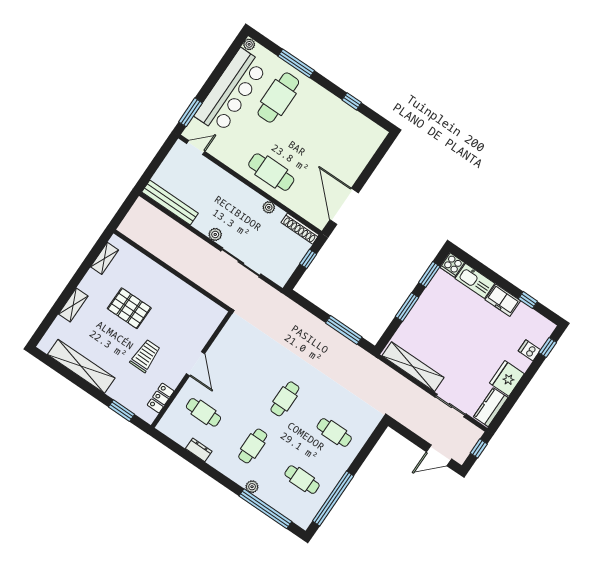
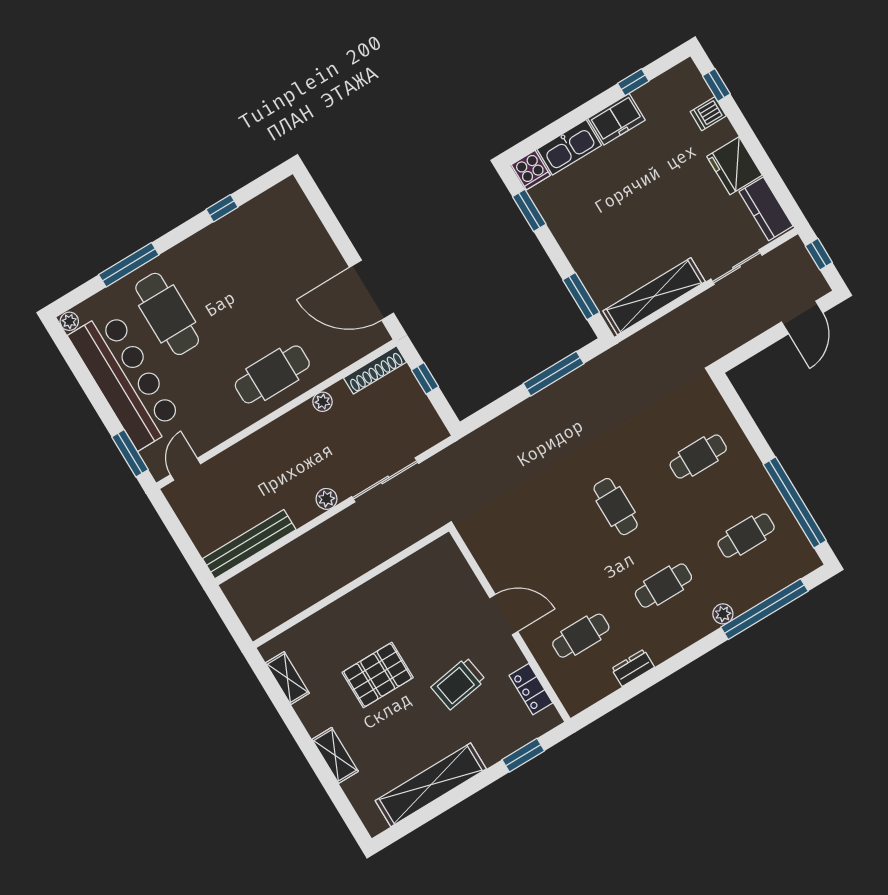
window: (407, 307) -> (581, 296), moved
trolley: (145, 356) -> (458, 683), turned -99
cafe table: (253, 446) -> (663, 586), turned 90

